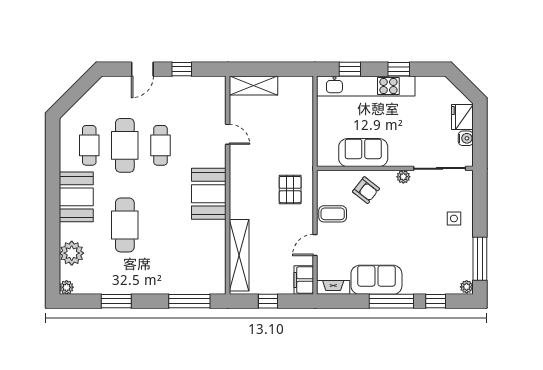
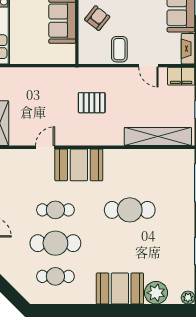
pallet: (290, 190) -> (92, 103), moved
booth: (209, 194) -> (79, 165), moved
booth: (76, 197) -> (120, 289), moved
cafe table: (125, 225) -> (130, 210), moved

